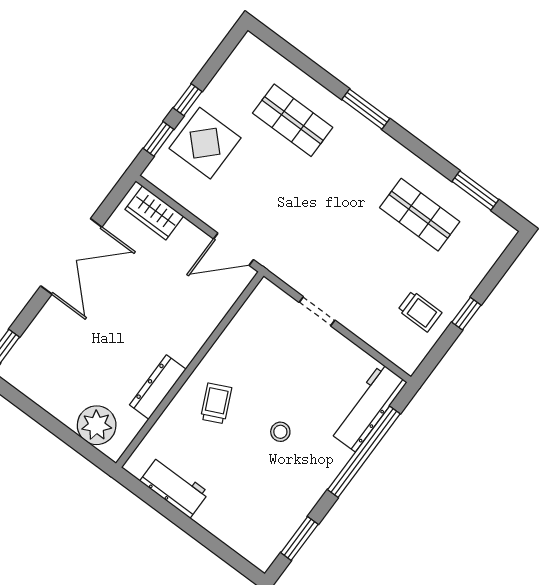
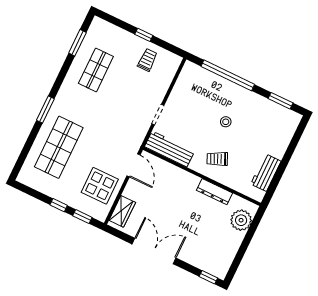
shop shelf: (293, 120) -> (59, 147), width x1.43, depth x1.36
display table: (205, 143) -> (100, 186), moved
workbench: (368, 407) -> (169, 149), moved, turned 180

